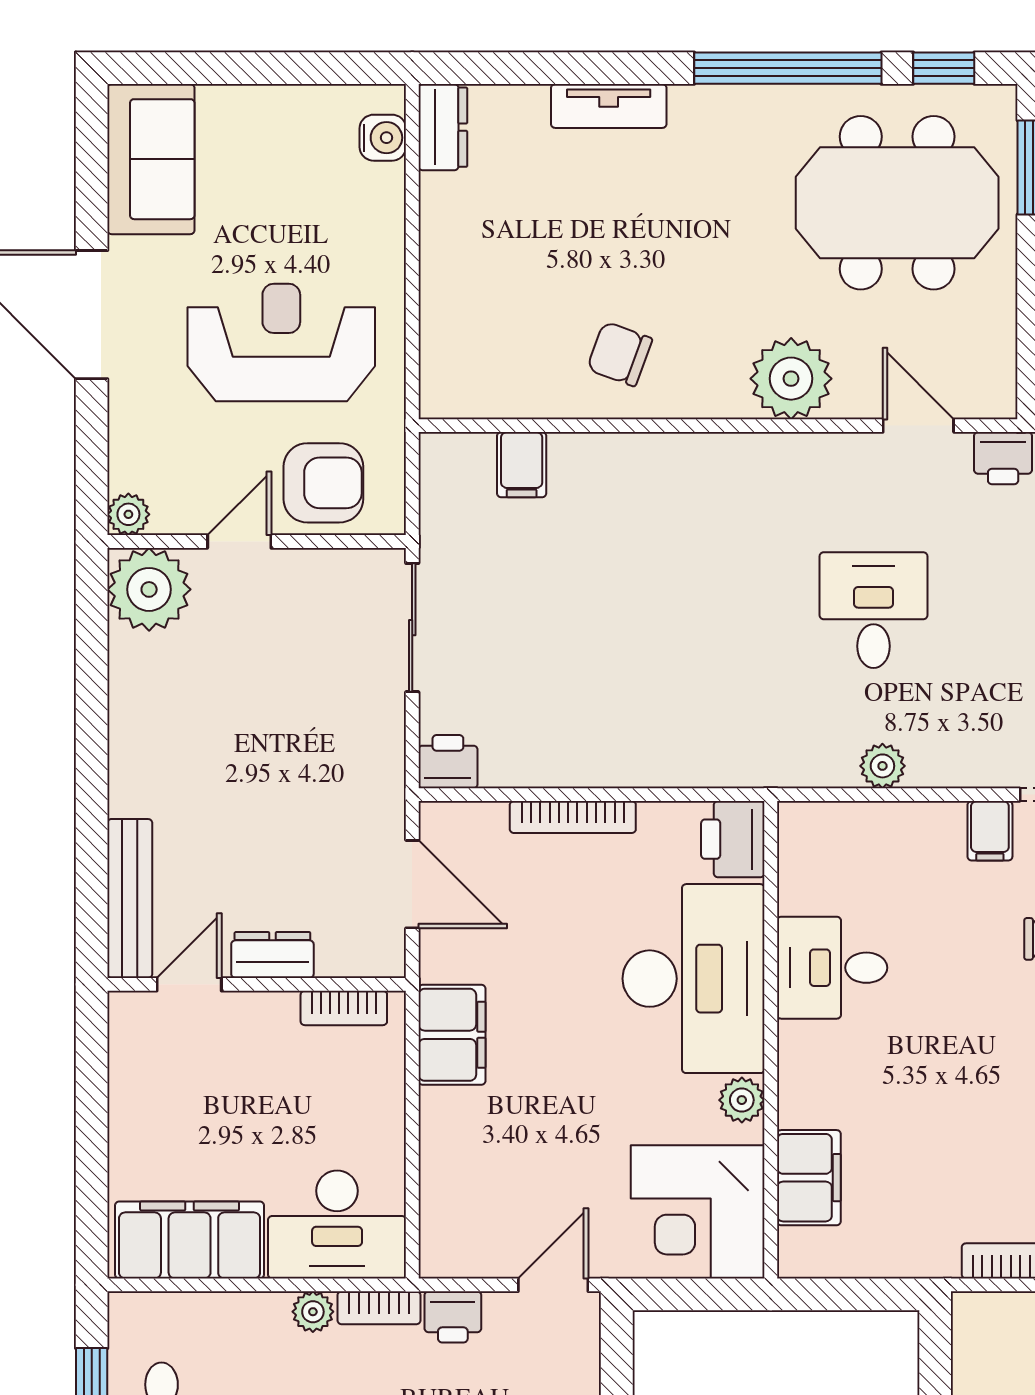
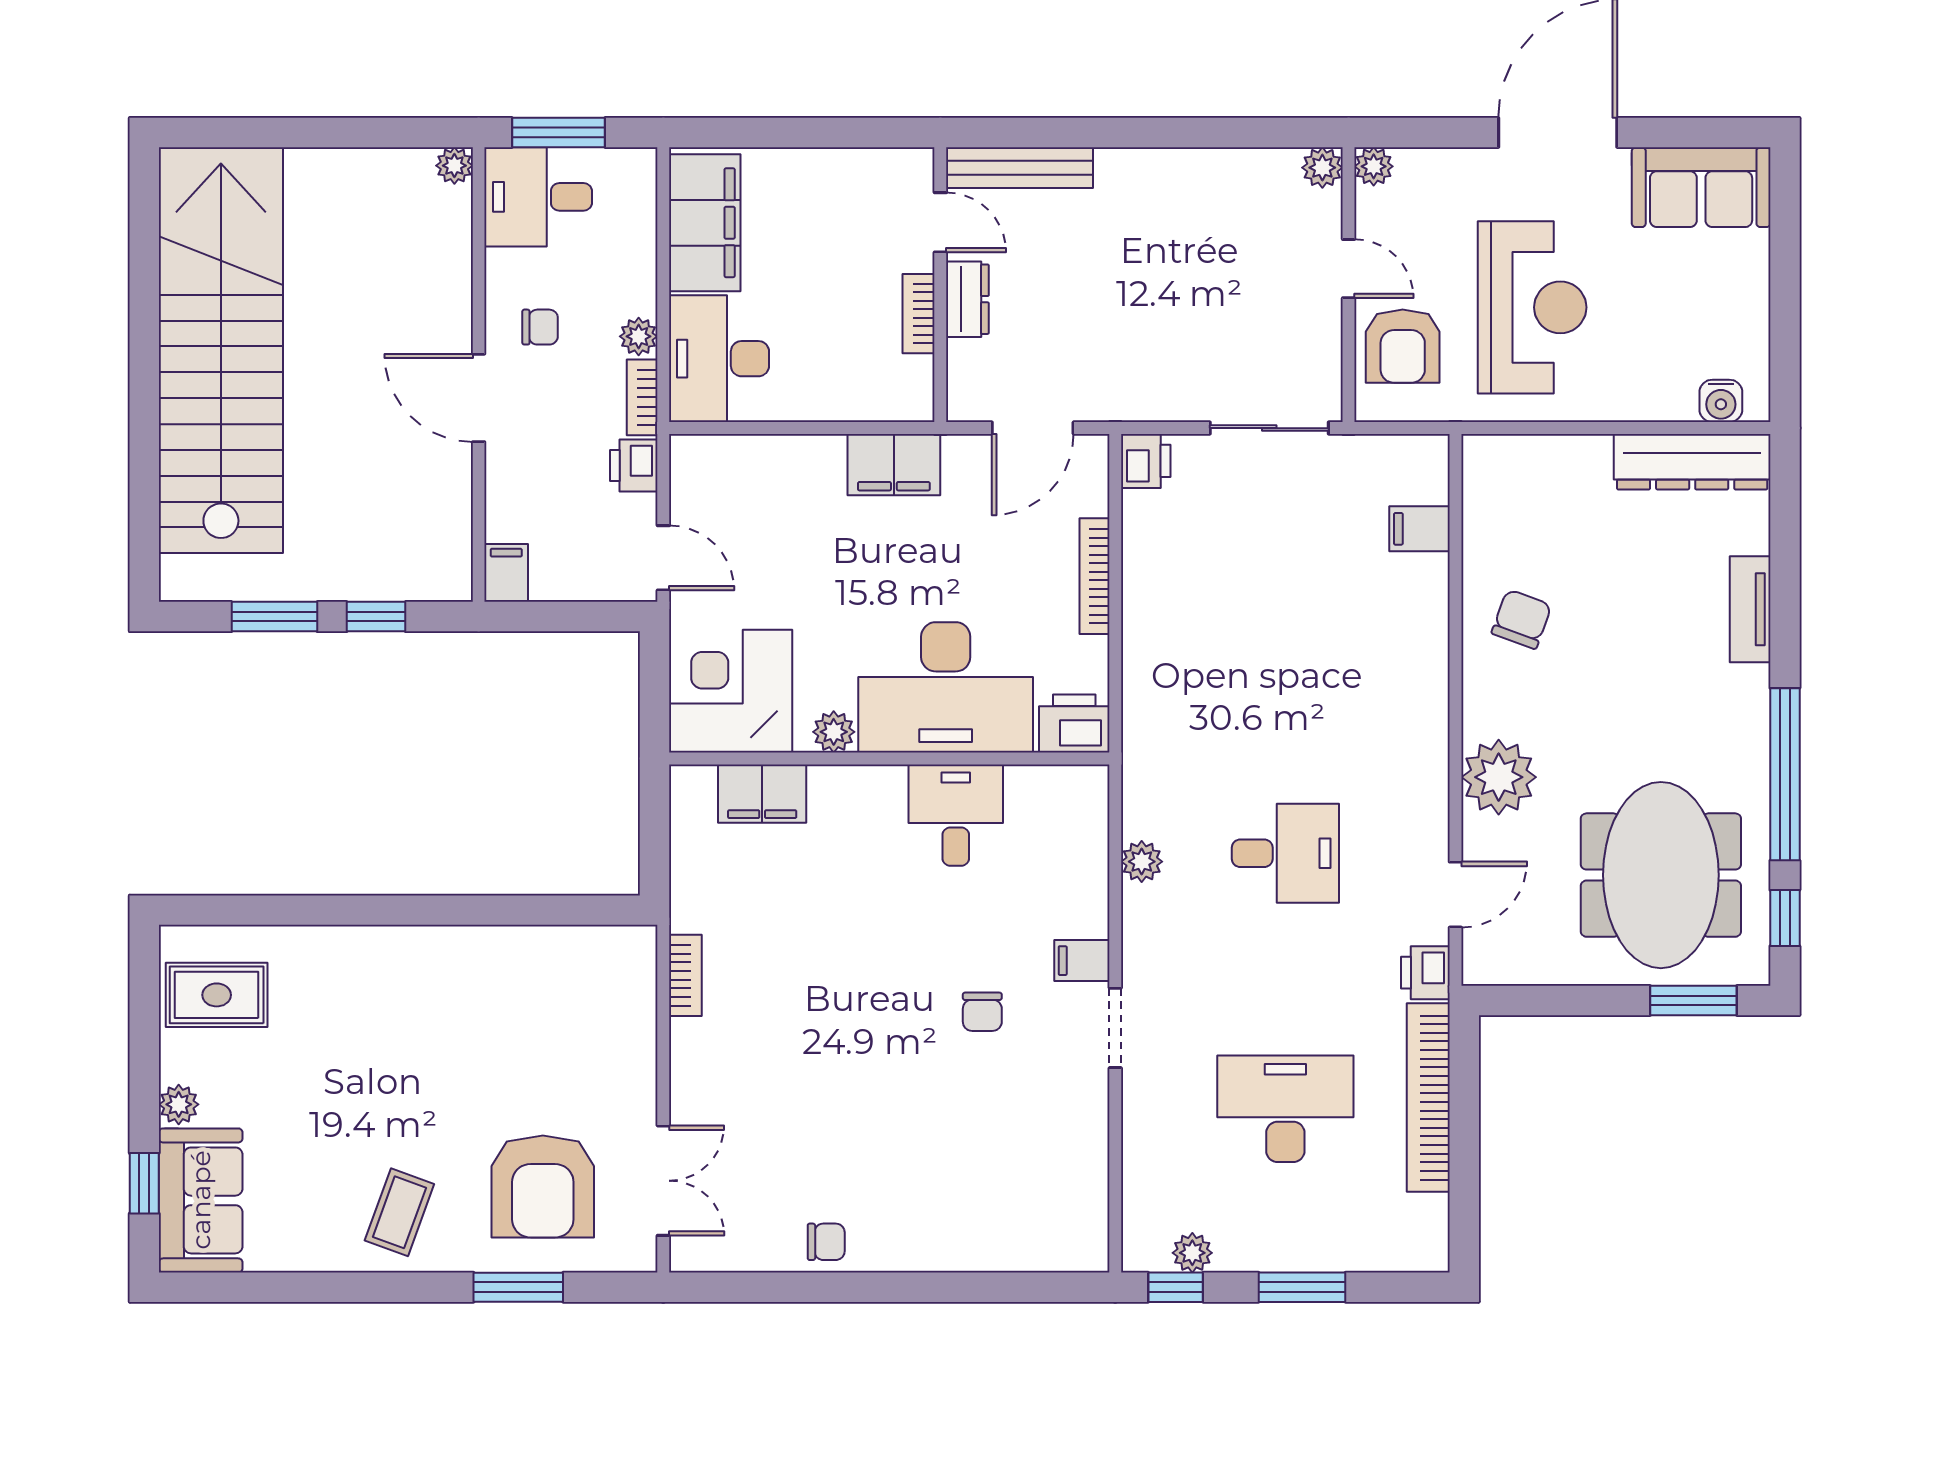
dresser: (443, 127) -> (1692, 462), width x1.96, depth x1.24
plant: (149, 589) -> (1322, 168), width x0.53, depth x0.53
bookcase: (344, 1008) -> (919, 314), moved

